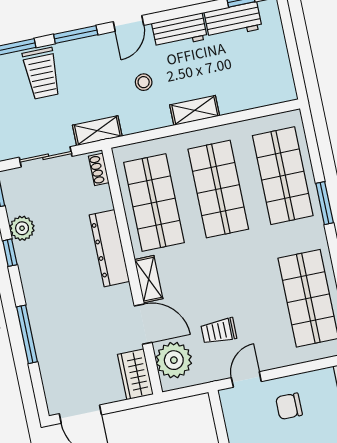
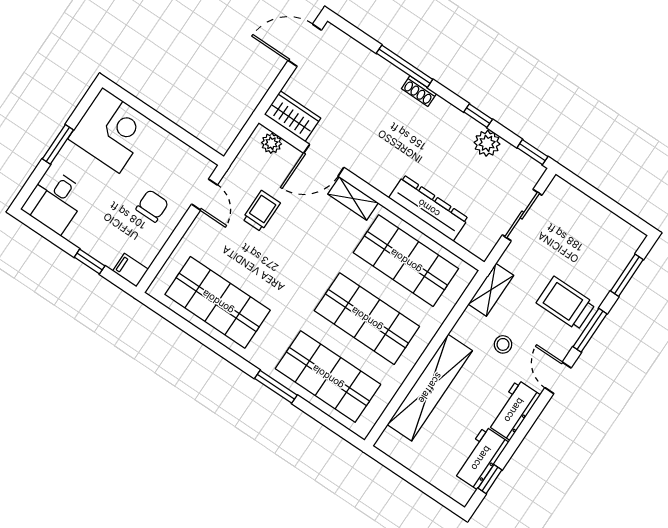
trolley: (42, 73) -> (566, 303), moved
shelving: (195, 110) -> (430, 388), width x2.20, depth x1.33
shelving: (97, 131) -> (491, 290), moved
shoe rack: (99, 169) -> (419, 91), moved, turned 180
dresser: (109, 248) -> (429, 208), moved
plant: (174, 360) -> (271, 143), width x0.53, depth x0.53

